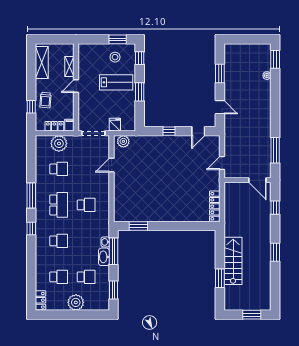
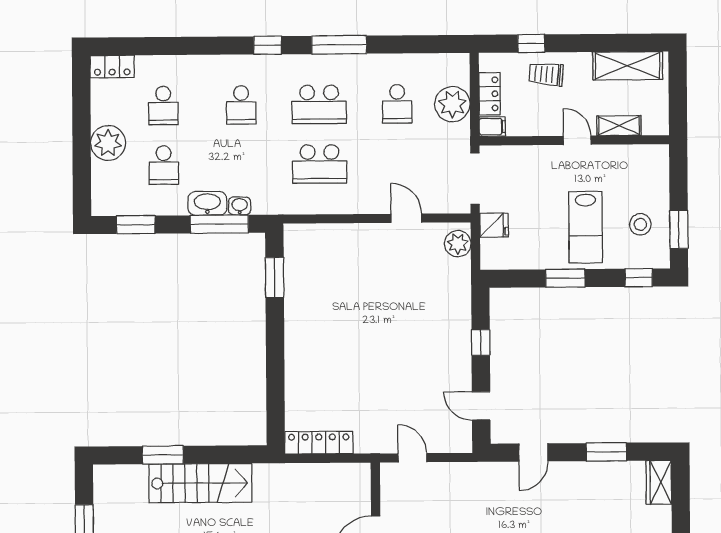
wardrobe: (234, 49) -> (659, 482), added
school desk: (86, 205) -> (320, 164), width x1.85

